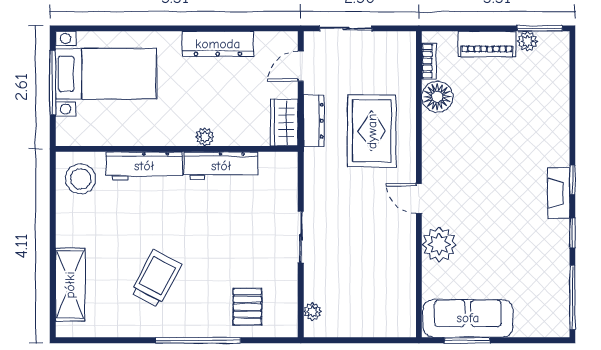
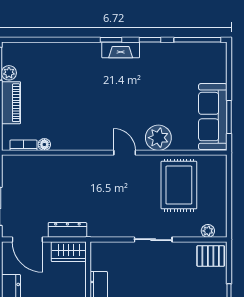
door: (301, 66) -> (27, 240), width x1.38
floor lamp: (437, 97) -> (44, 145), width x0.53, depth x0.53
rug: (372, 131) -> (179, 185), moved, turned 90
door: (419, 198) -> (125, 153), swing flipped
pallet: (247, 307) -> (211, 256), moved

